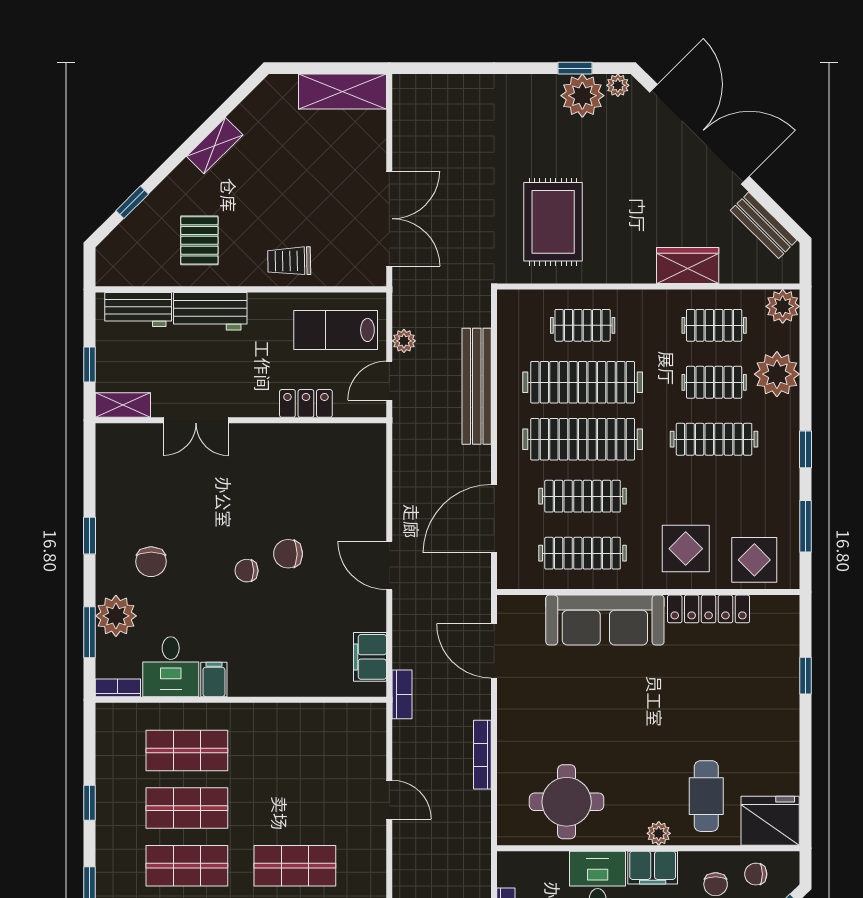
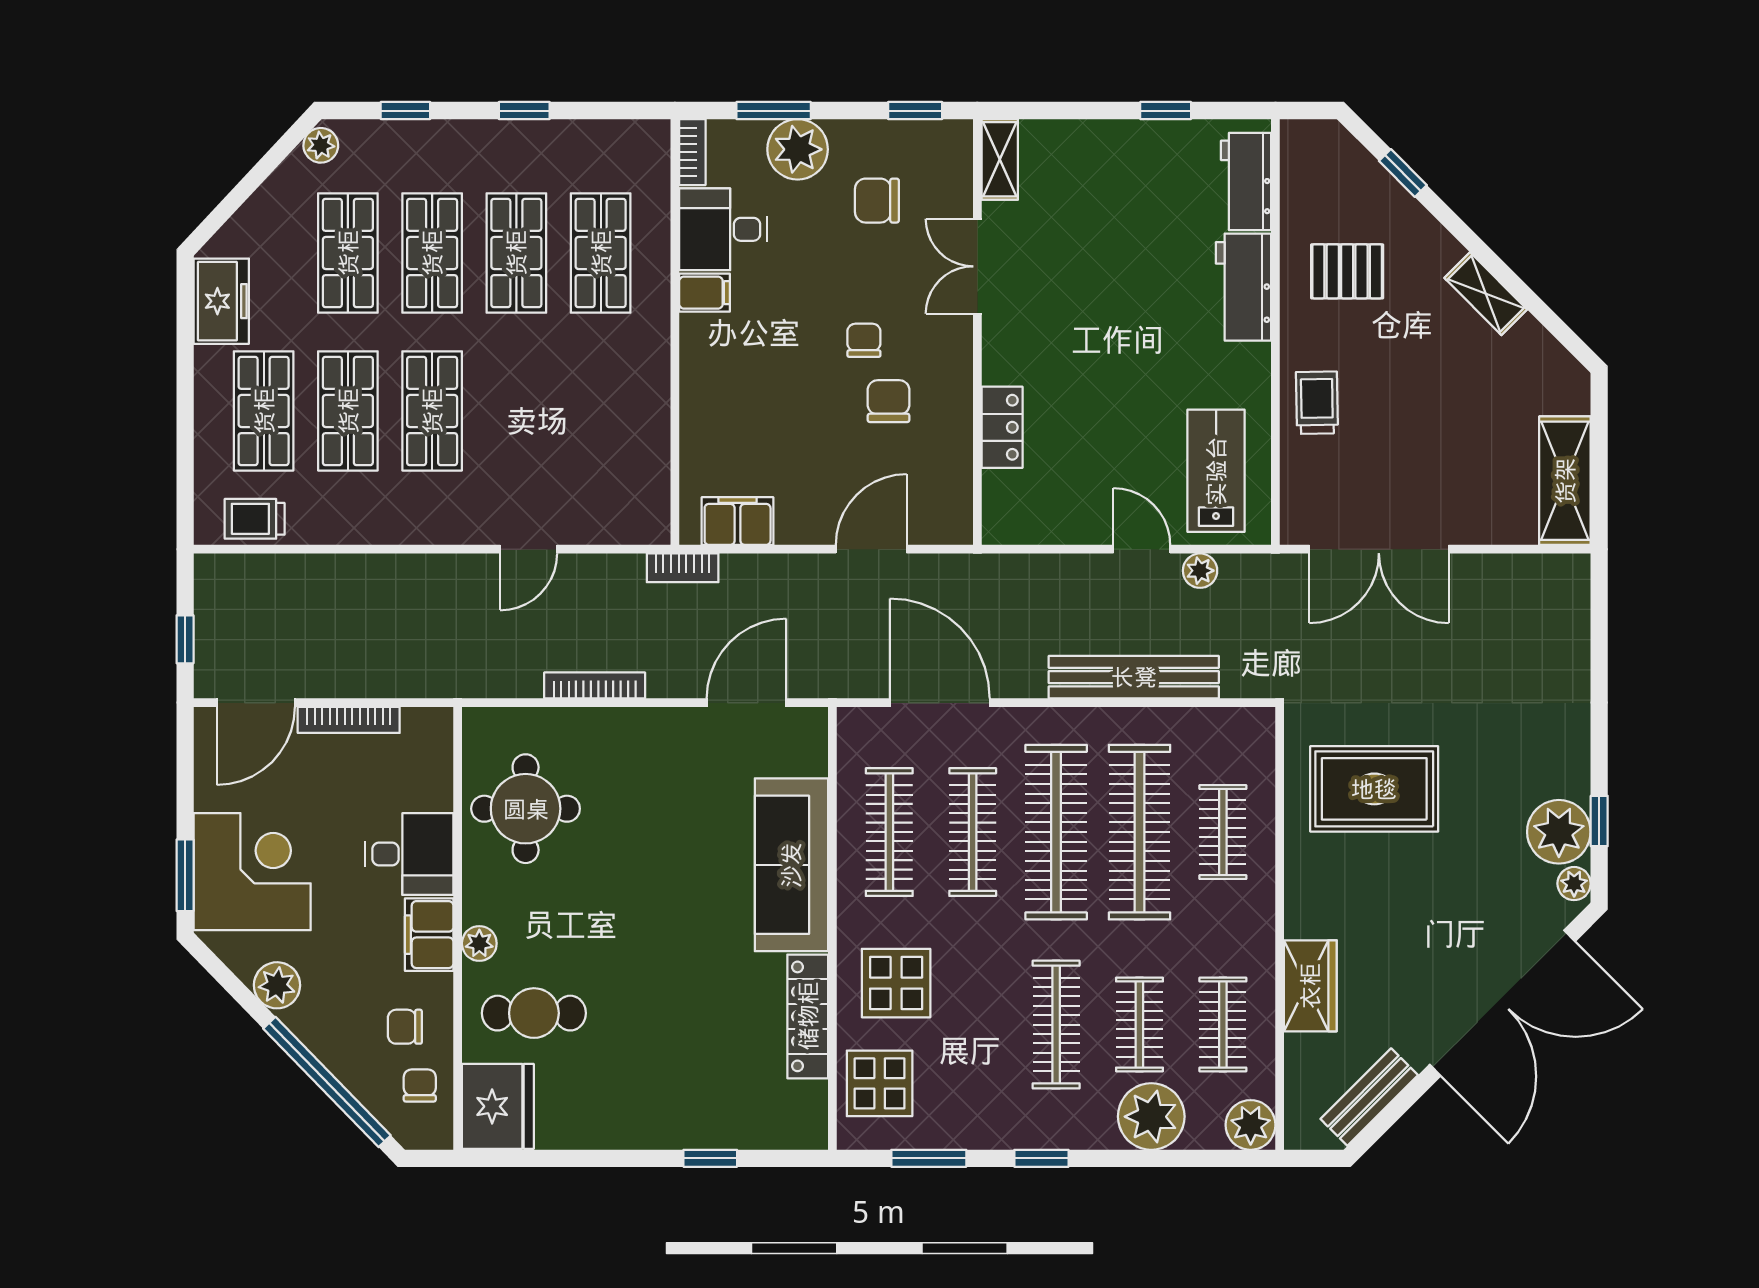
locker: (306, 403) -> (1002, 427), moved
shelving: (123, 405) -> (1000, 159), moved
double door: (196, 420) -> (977, 266), moved
wall: (241, 420) -> (977, 332), moved

